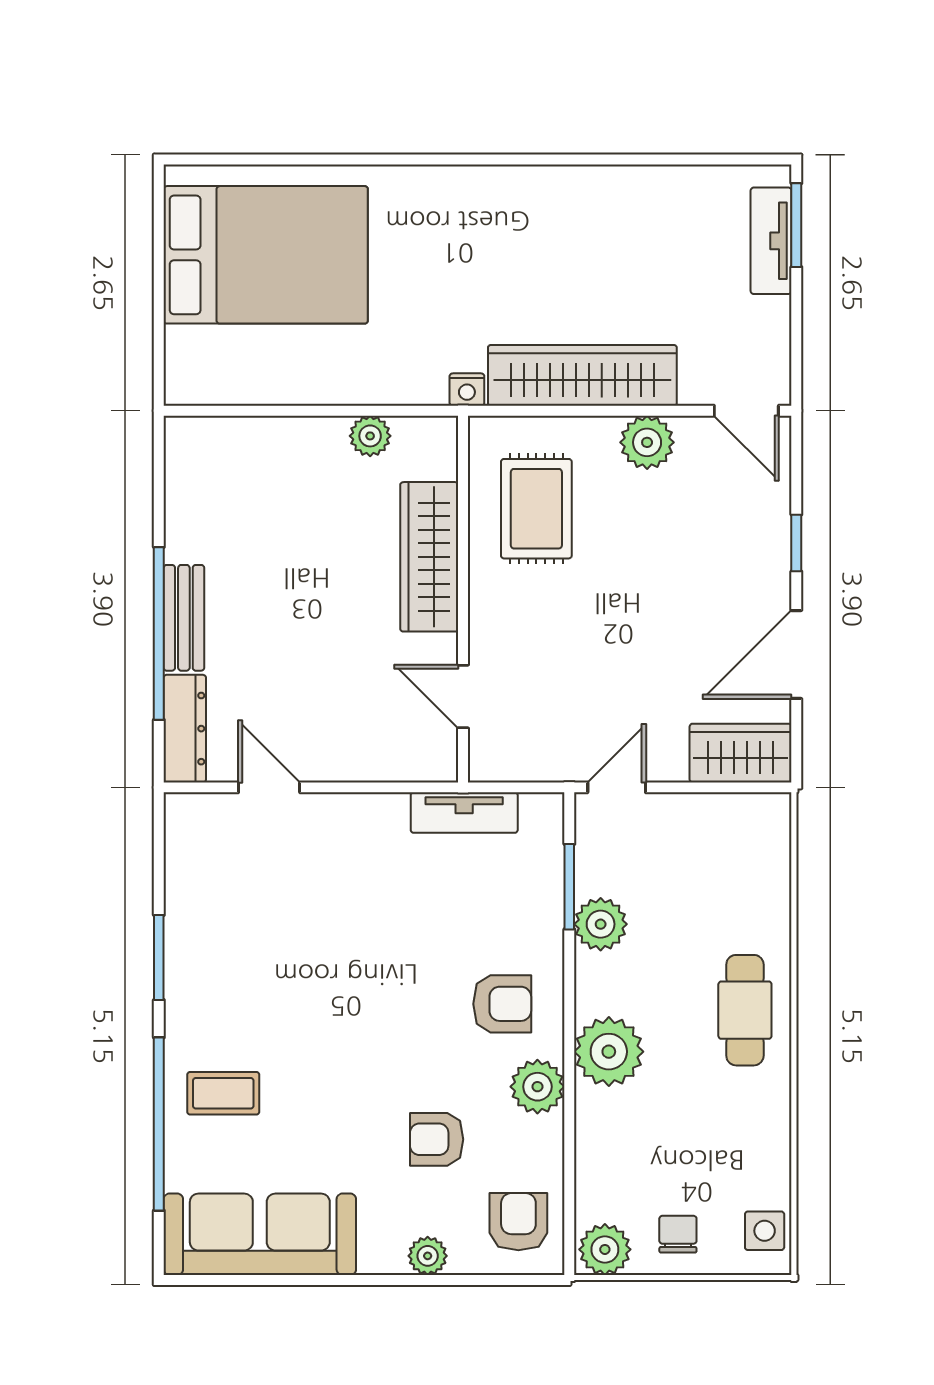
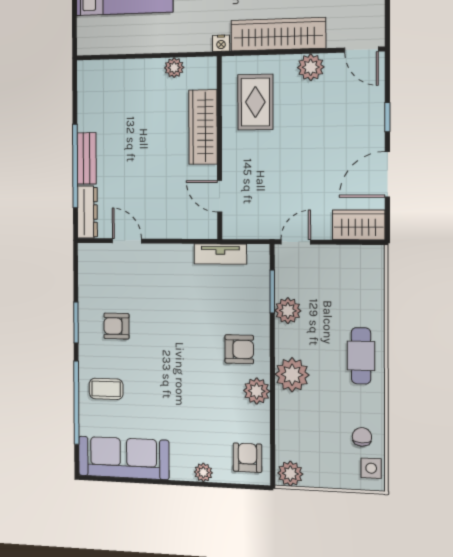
armchair: (437, 1139) -> (116, 326), moved
chair: (678, 1234) -> (362, 437), moved

